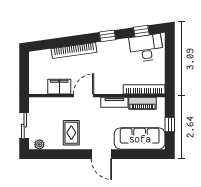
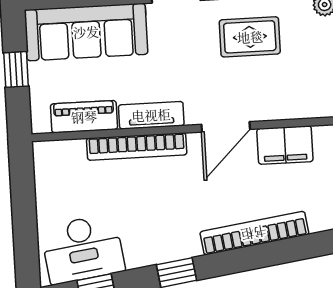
bookcase: (144, 89) -> (137, 147), moved
rug: (71, 133) -> (250, 37), turned 90

